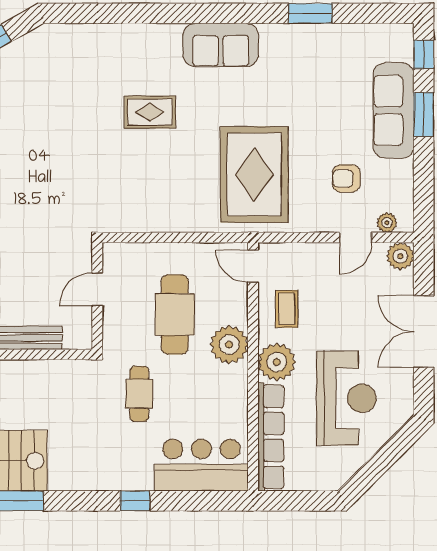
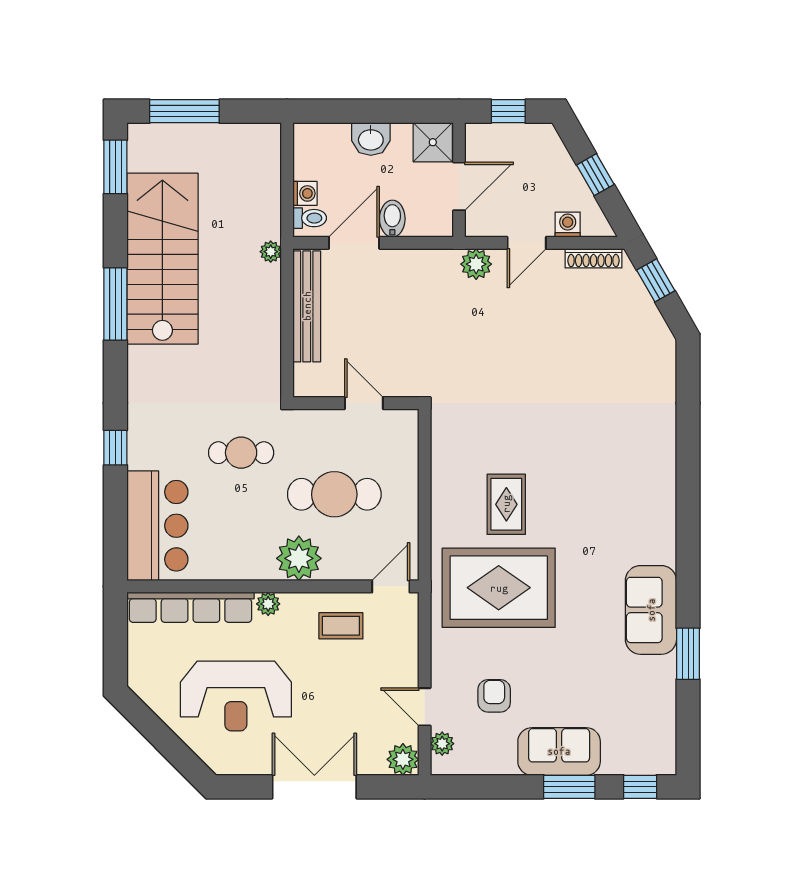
sofa: (221, 45) -> (651, 610), moved
sofa: (394, 110) -> (559, 751), width x0.73
rug: (150, 112) -> (506, 504), moved
plant: (277, 362) -> (268, 604), width x0.53, depth x0.53

